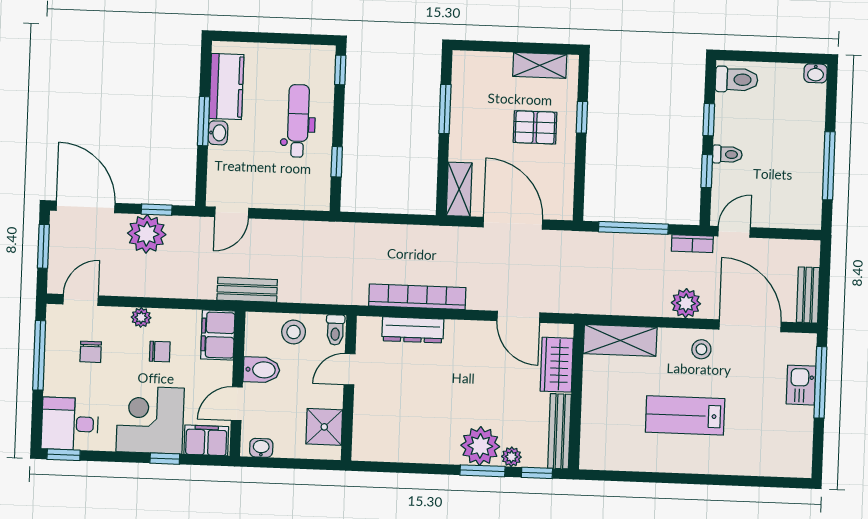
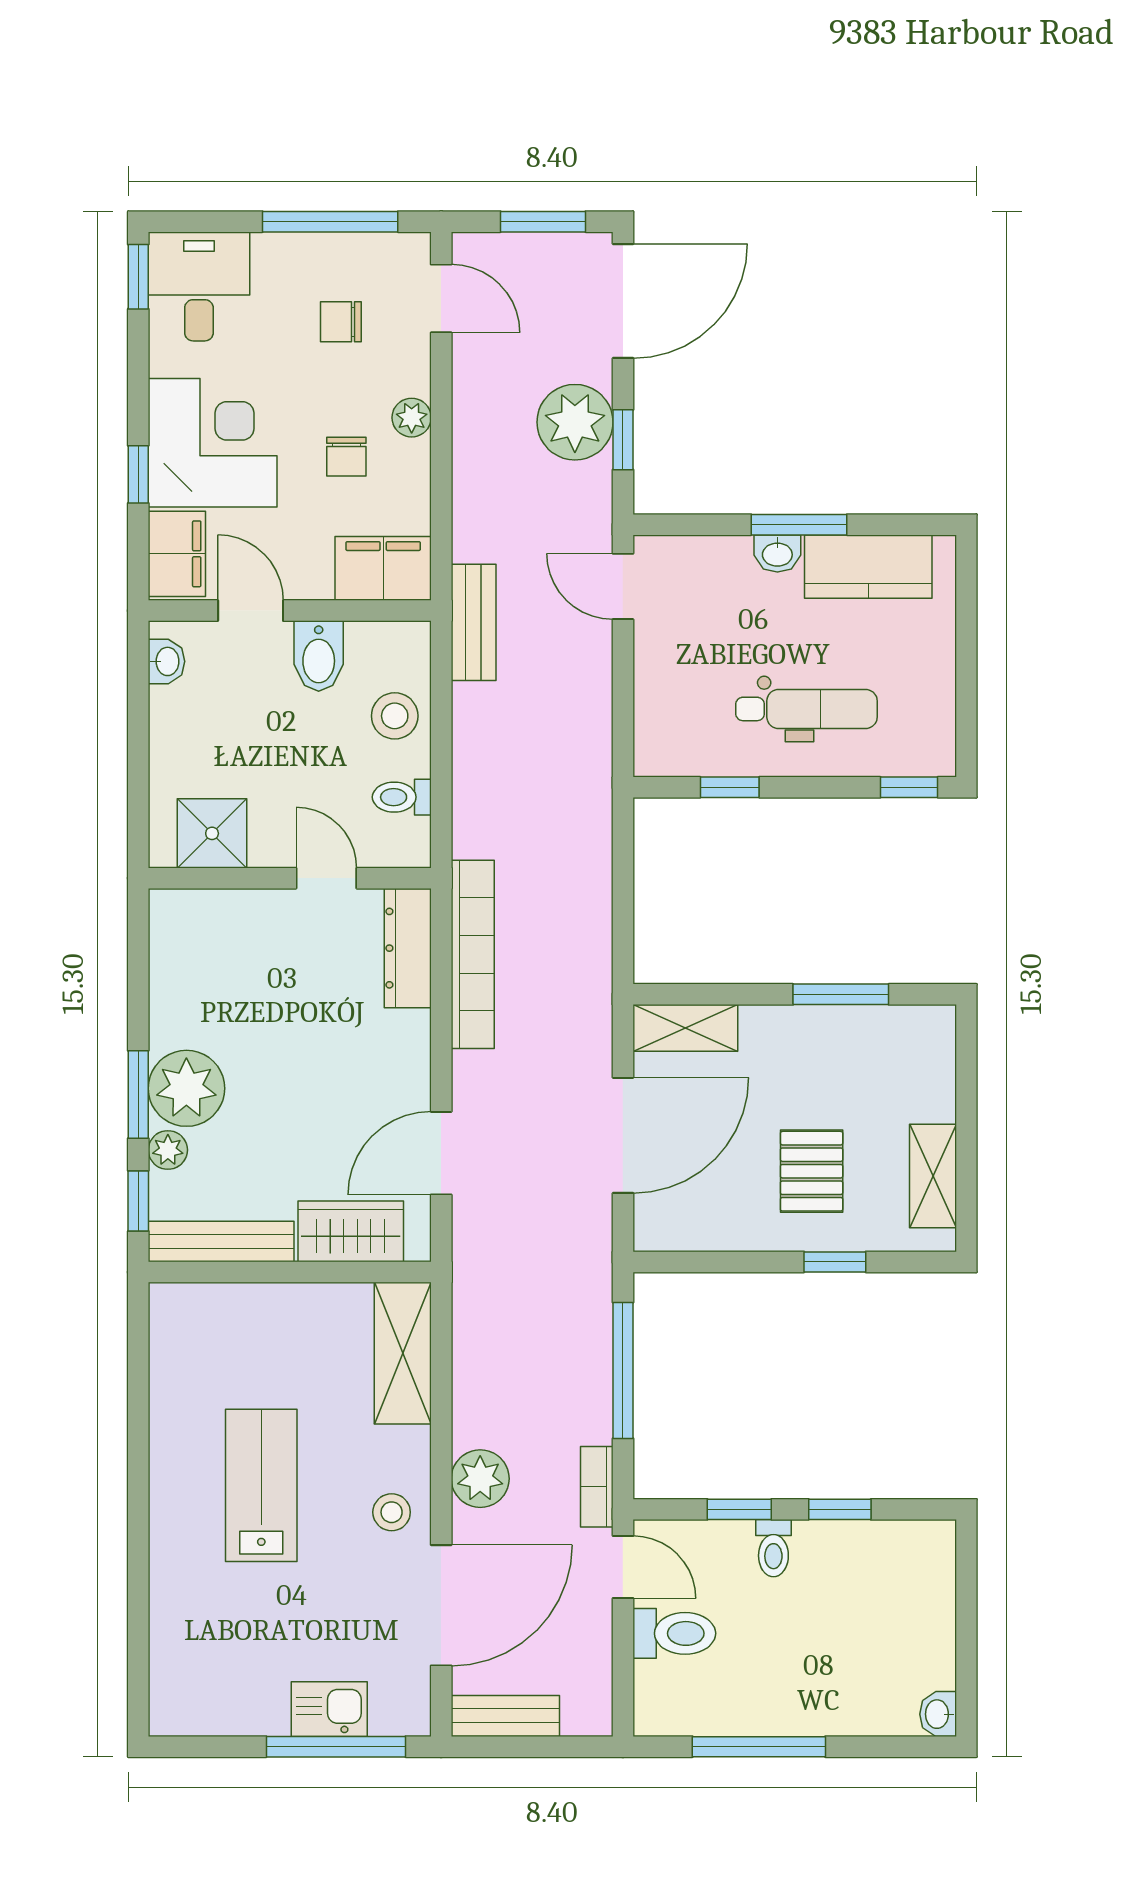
toilet: (737, 80) -> (674, 1633), moved, turned -90
door: (349, 369) -> (326, 878), moved
wall: (349, 388) -> (290, 878), moved
shower: (324, 427) -> (212, 833), moved

